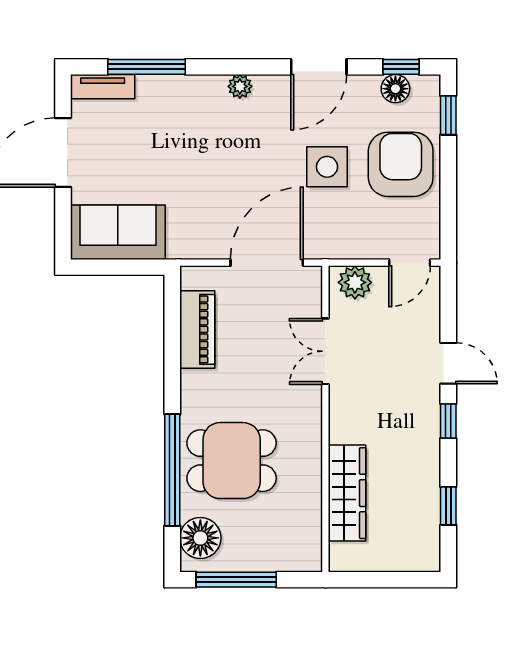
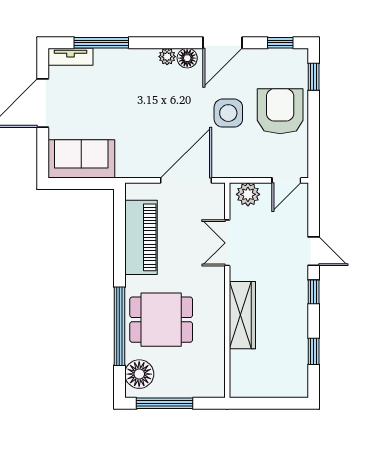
floor lamp: (395, 89) -> (187, 58), moved
piano: (197, 329) -> (141, 237), width x1.37, depth x1.33
wardrobe: (347, 493) -> (242, 315), moved

